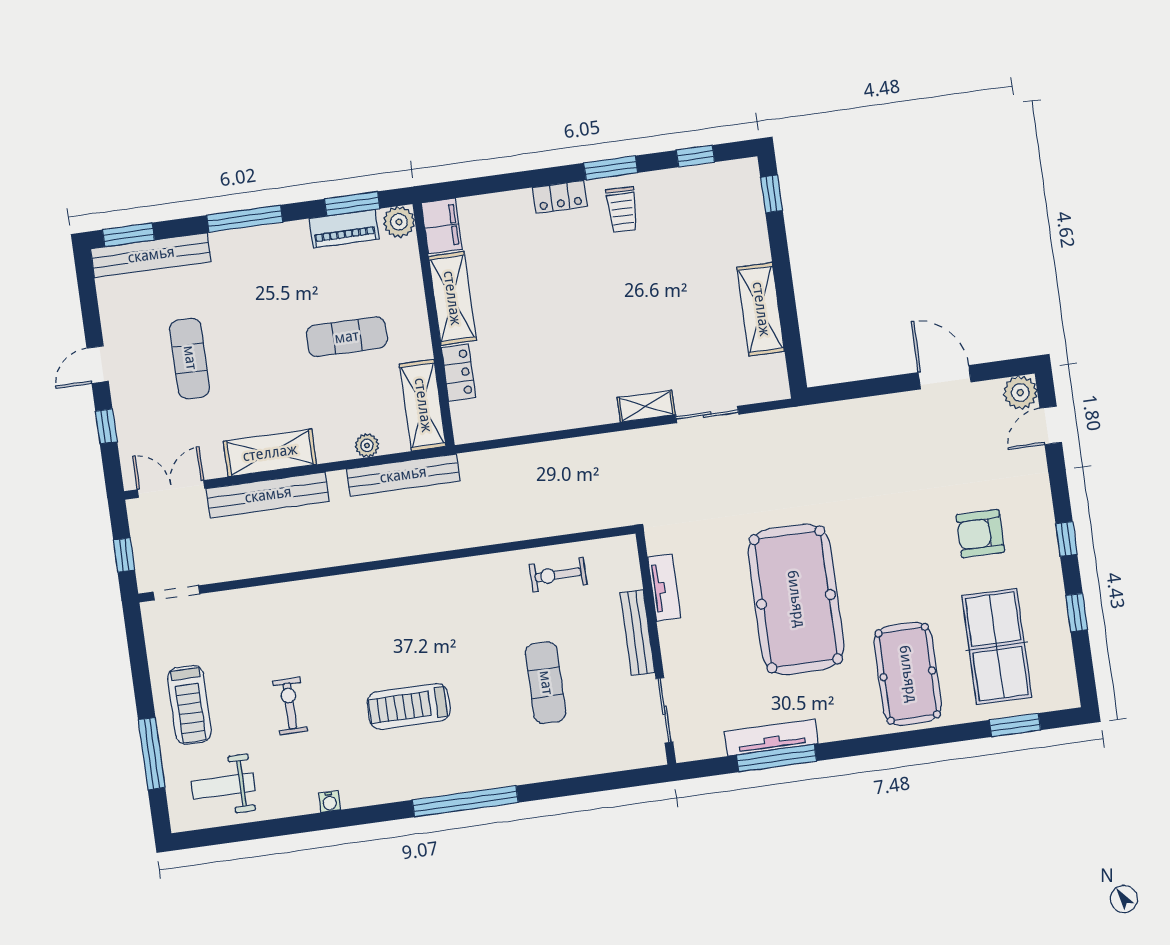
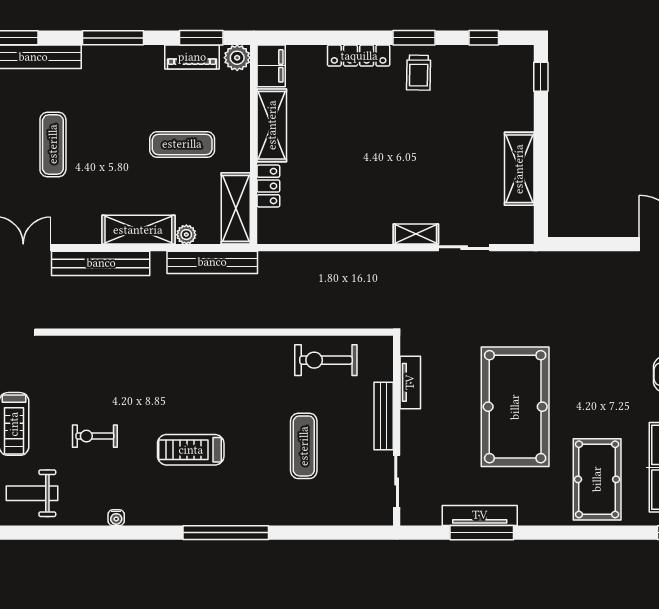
locker: (560, 197) -> (359, 56), width x1.53
shelving: (270, 453) -> (138, 230), moved
exercise bike: (558, 575) -> (326, 360), width x1.38, depth x1.39
exercise bike: (290, 706) -> (95, 436), turned -90

